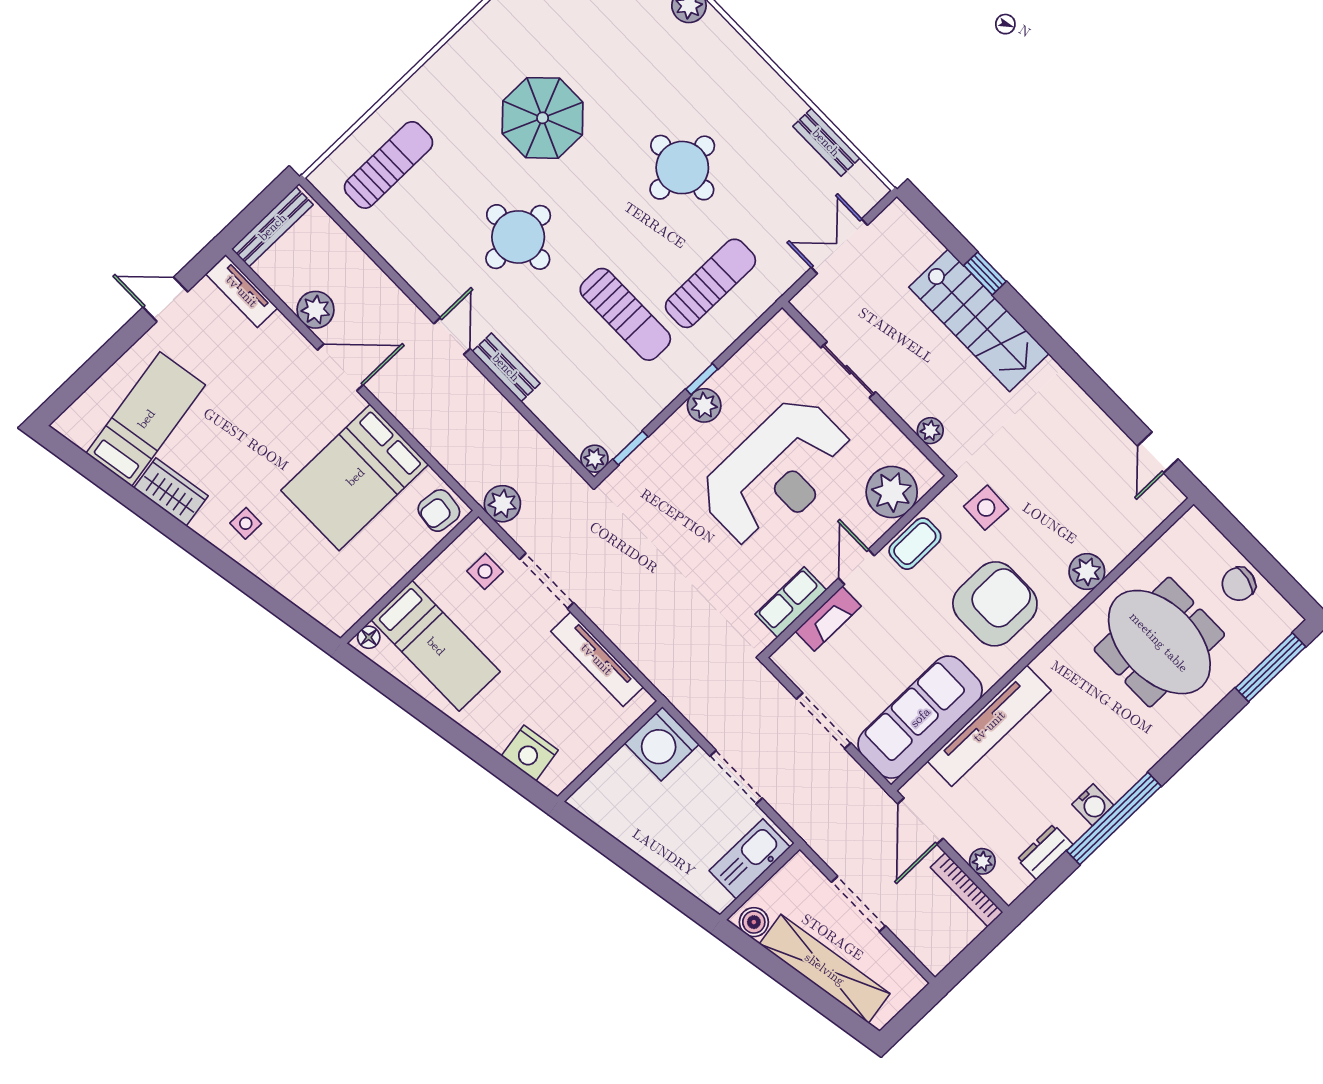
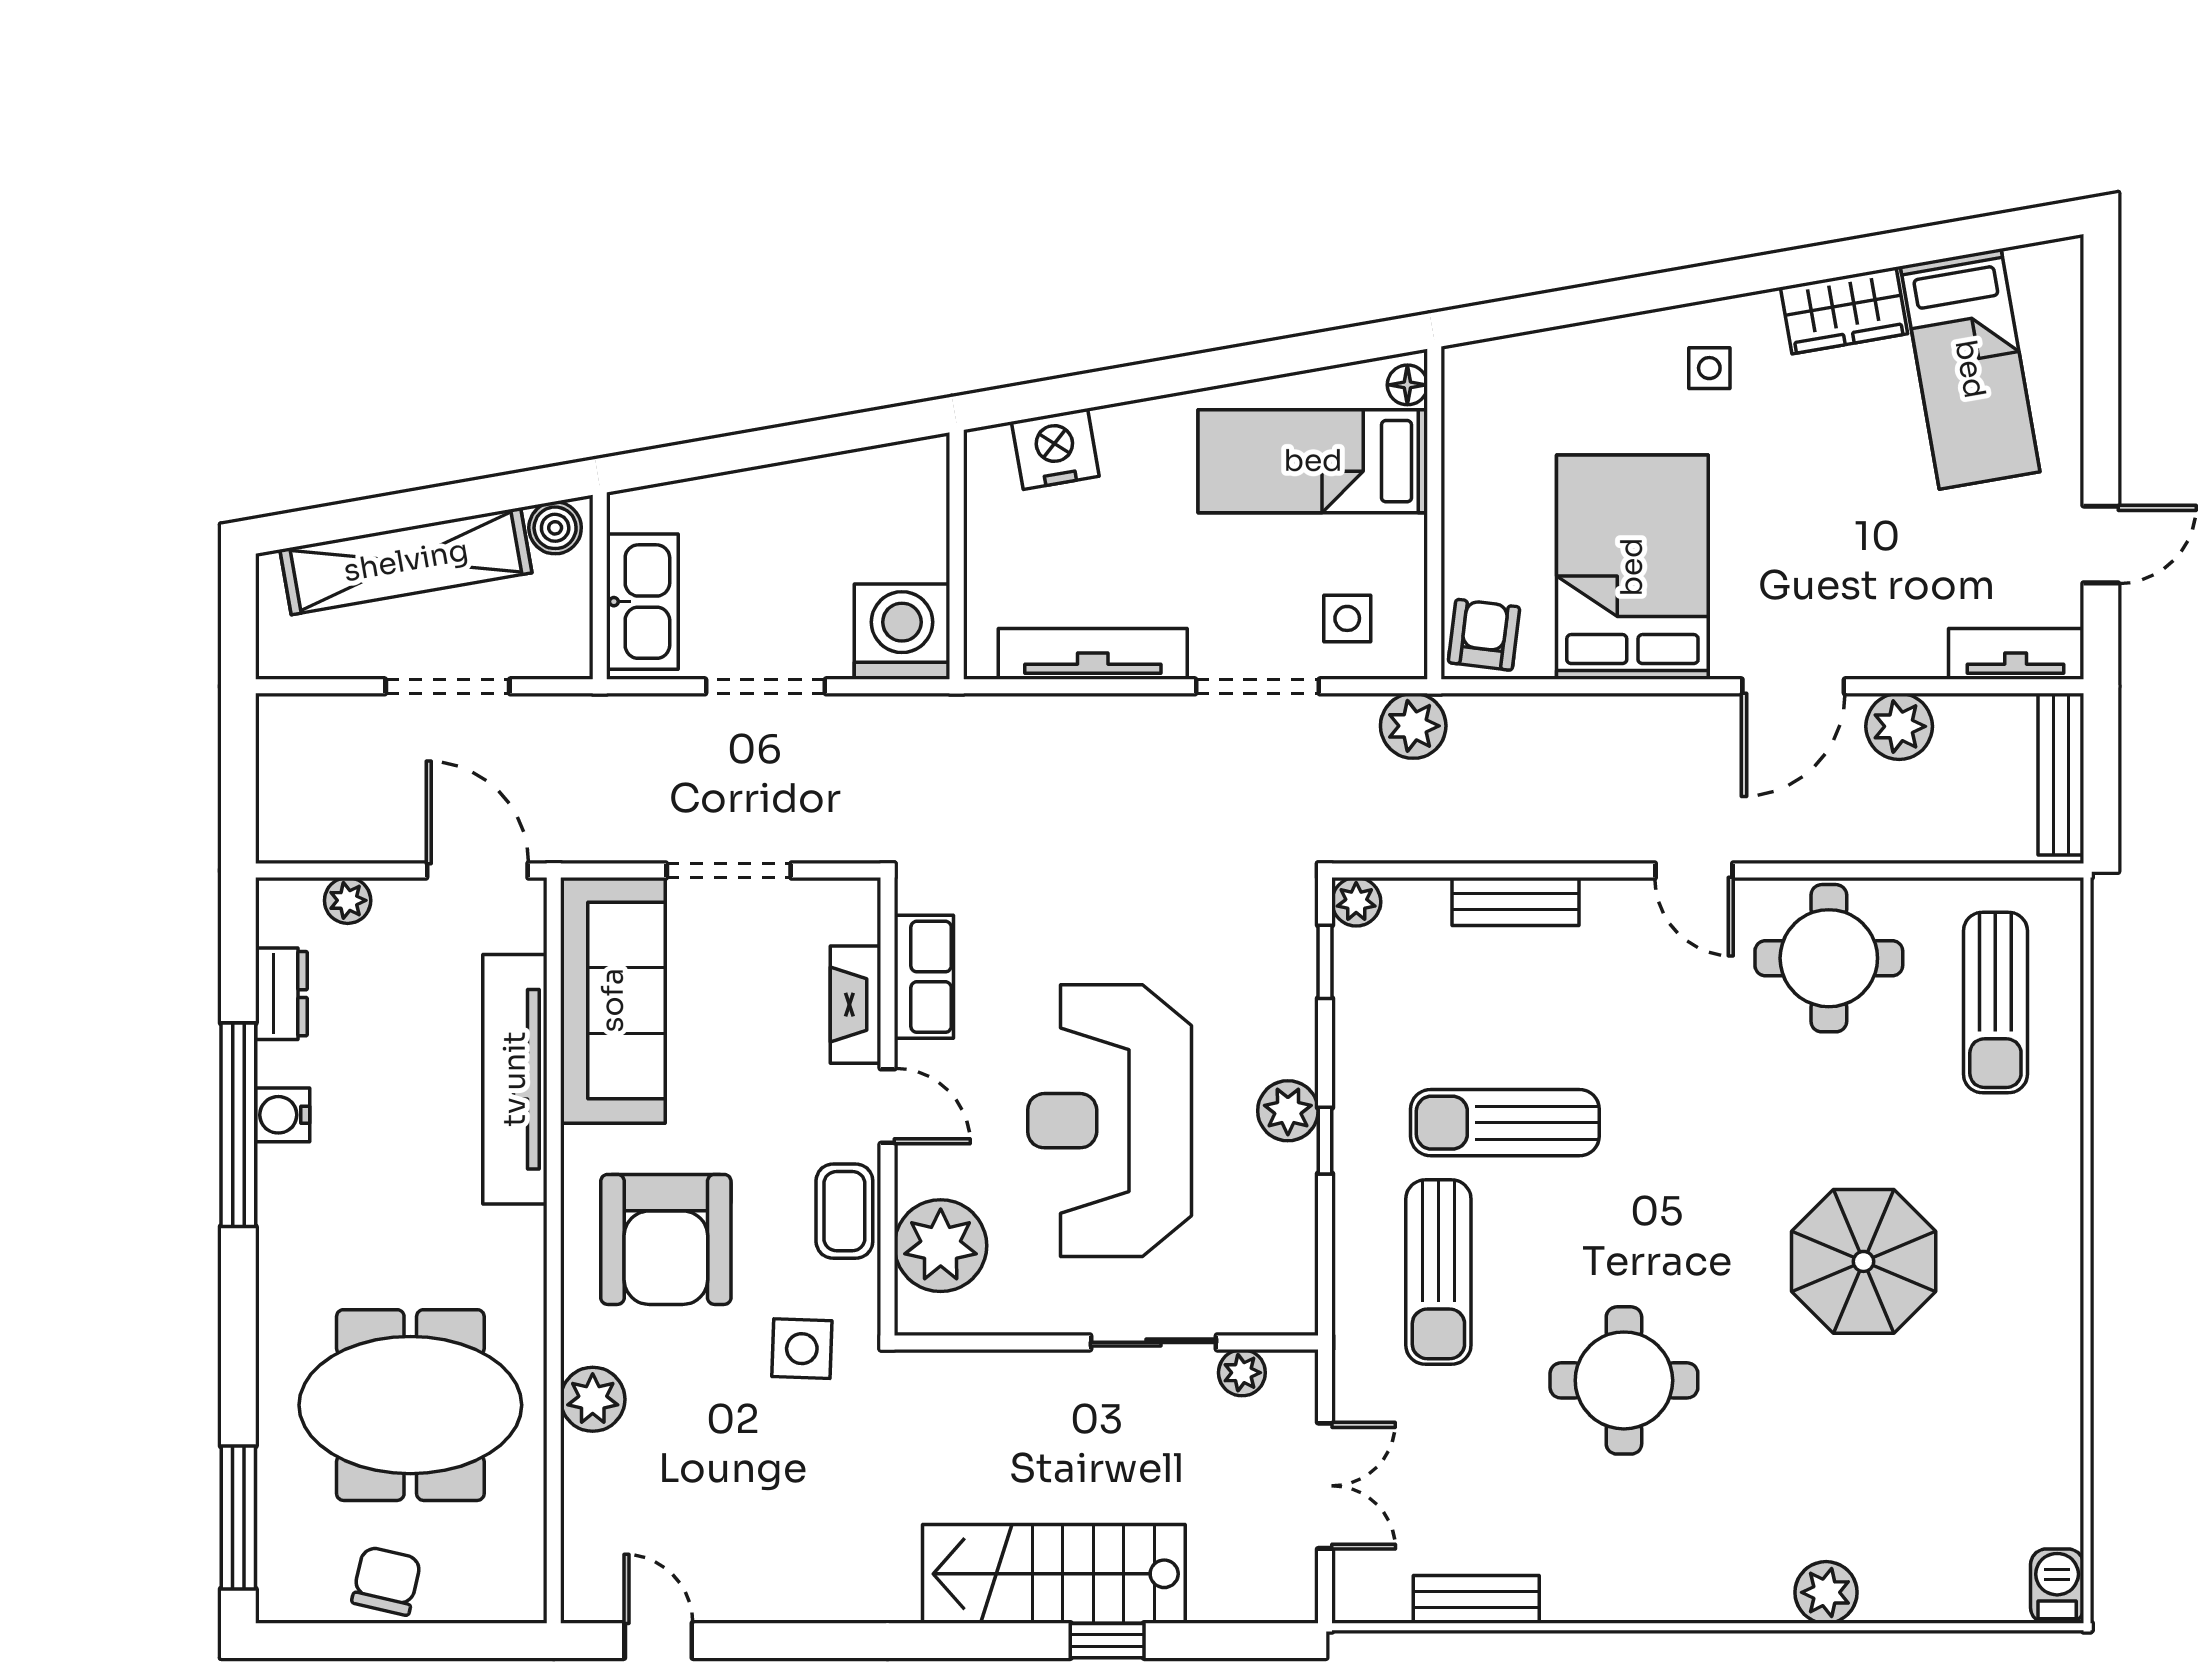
round table: (518, 237) -> (1829, 958), moved
bench: (506, 367) -> (1515, 902), moved
plant: (930, 431) -> (1242, 1373), moved
bookcase: (967, 890) -> (330, 844), removed

